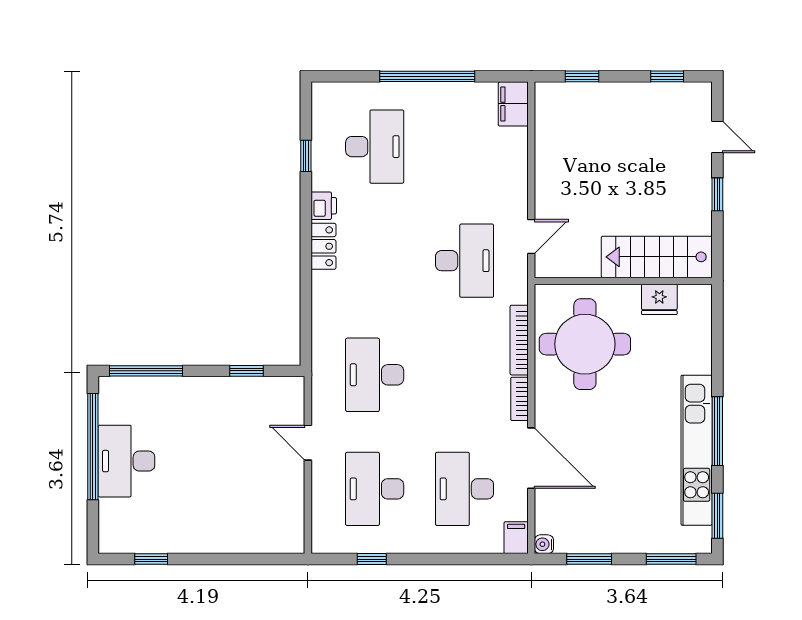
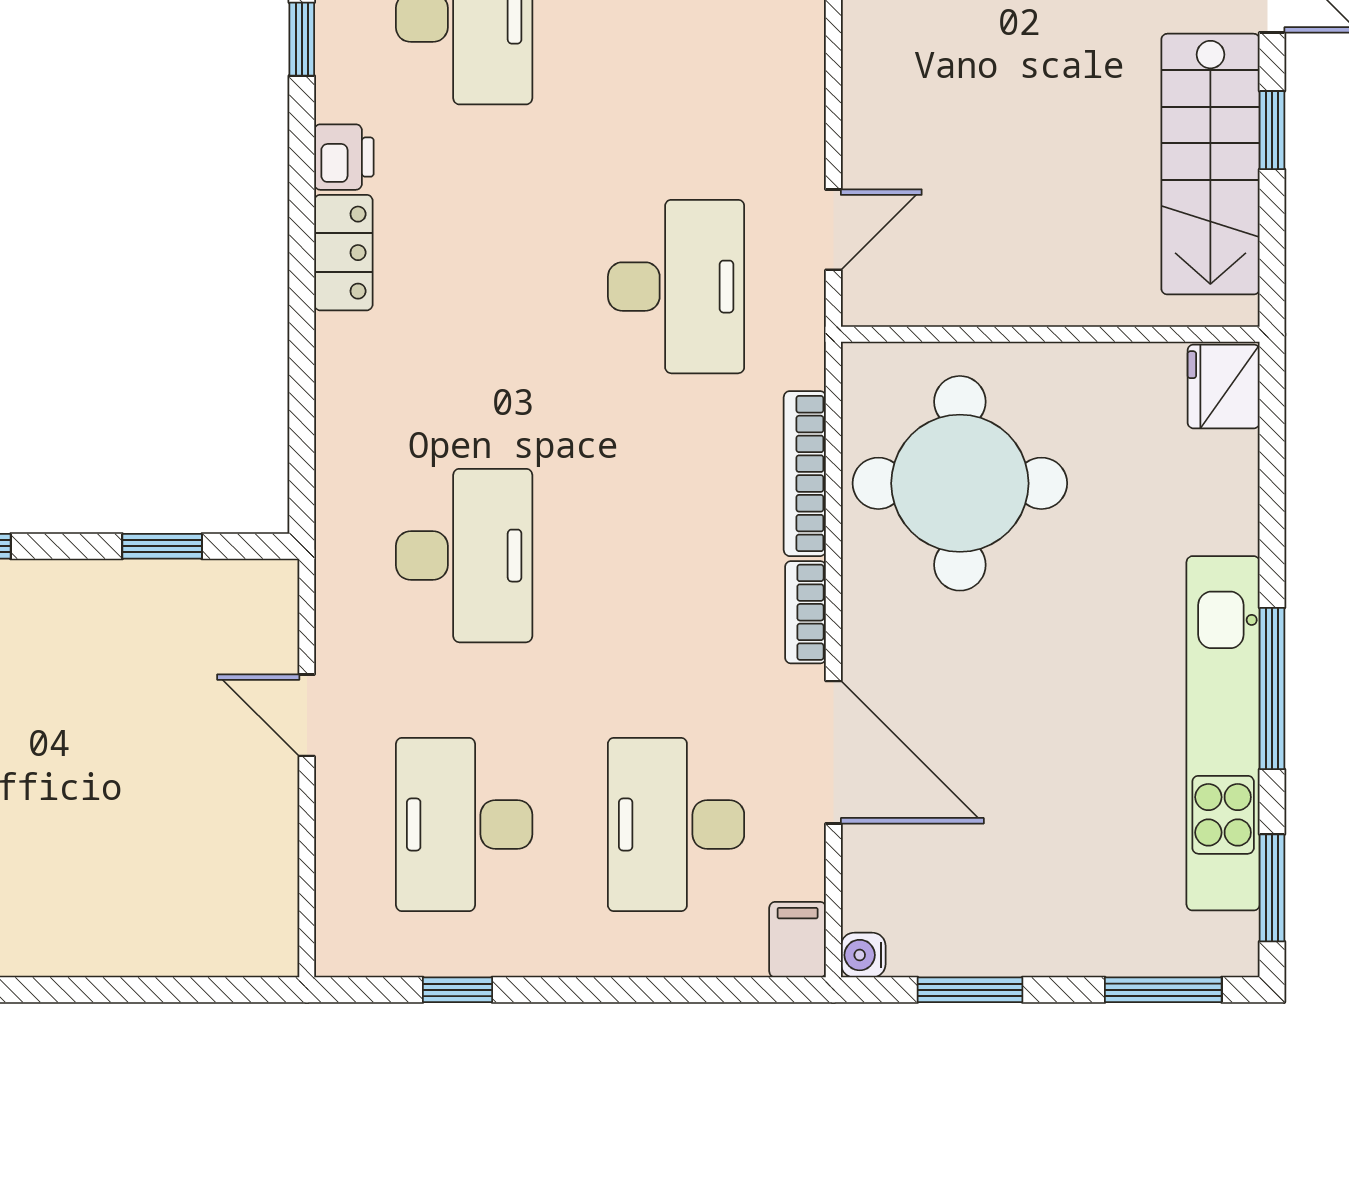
stairs: (657, 257) -> (1210, 164), moved, turned -90
fridge: (659, 299) -> (1224, 386), moved, turned 90
desk: (375, 375) -> (464, 556), turned 180

